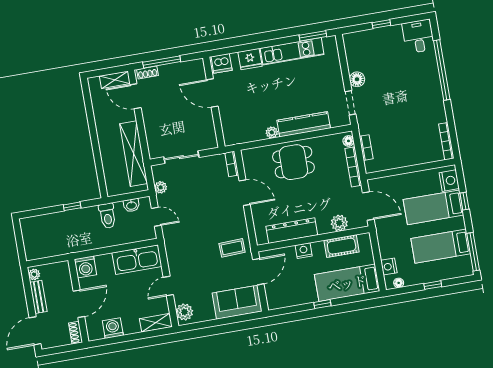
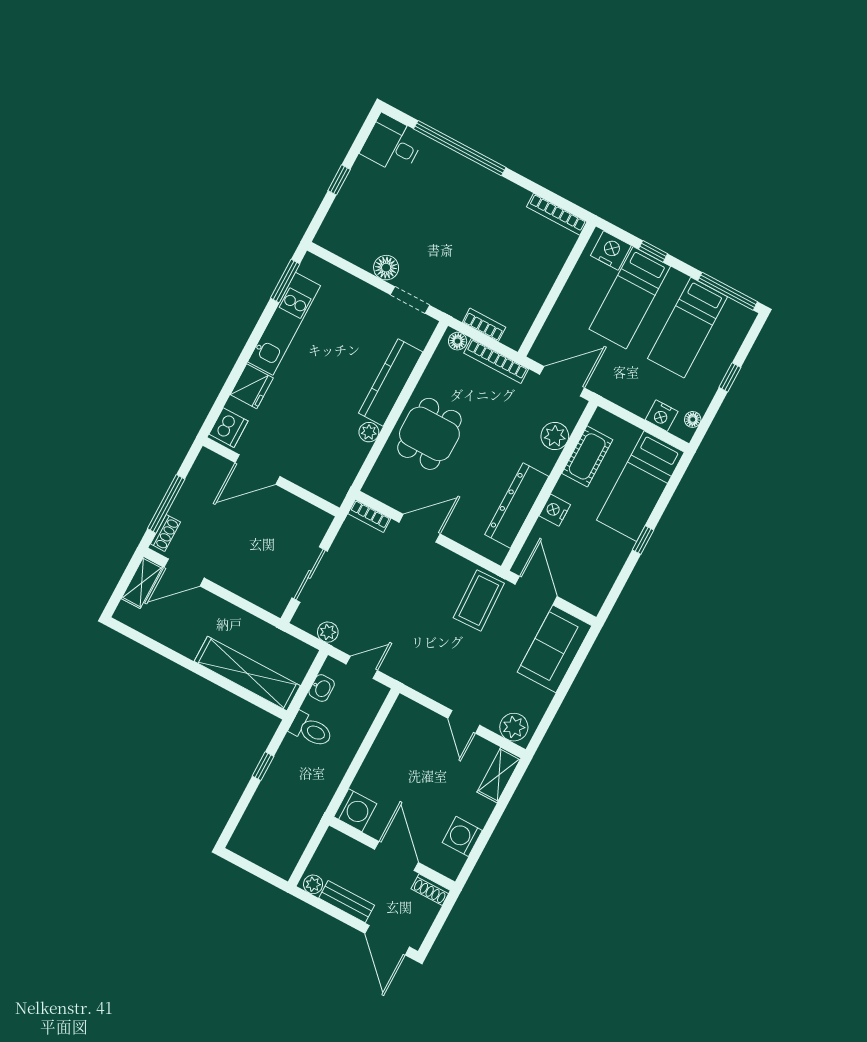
shelving: (134, 154) -> (247, 674), moved
coffee table: (232, 248) -> (479, 600), width x1.36, depth x1.30
kitchen sink: (137, 260) -> (398, 736), removed

